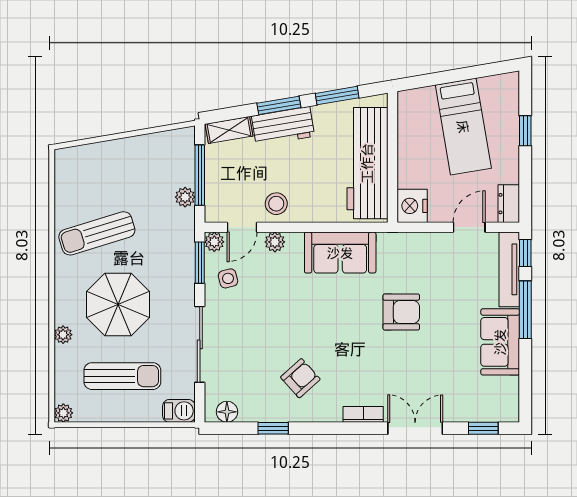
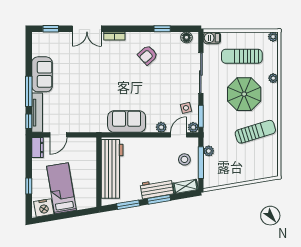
stool: (276, 204) -> (184, 159), moved
nightstand: (412, 206) -> (44, 208), moved, turned 80
armchair: (401, 312) -> (94, 90), removed

